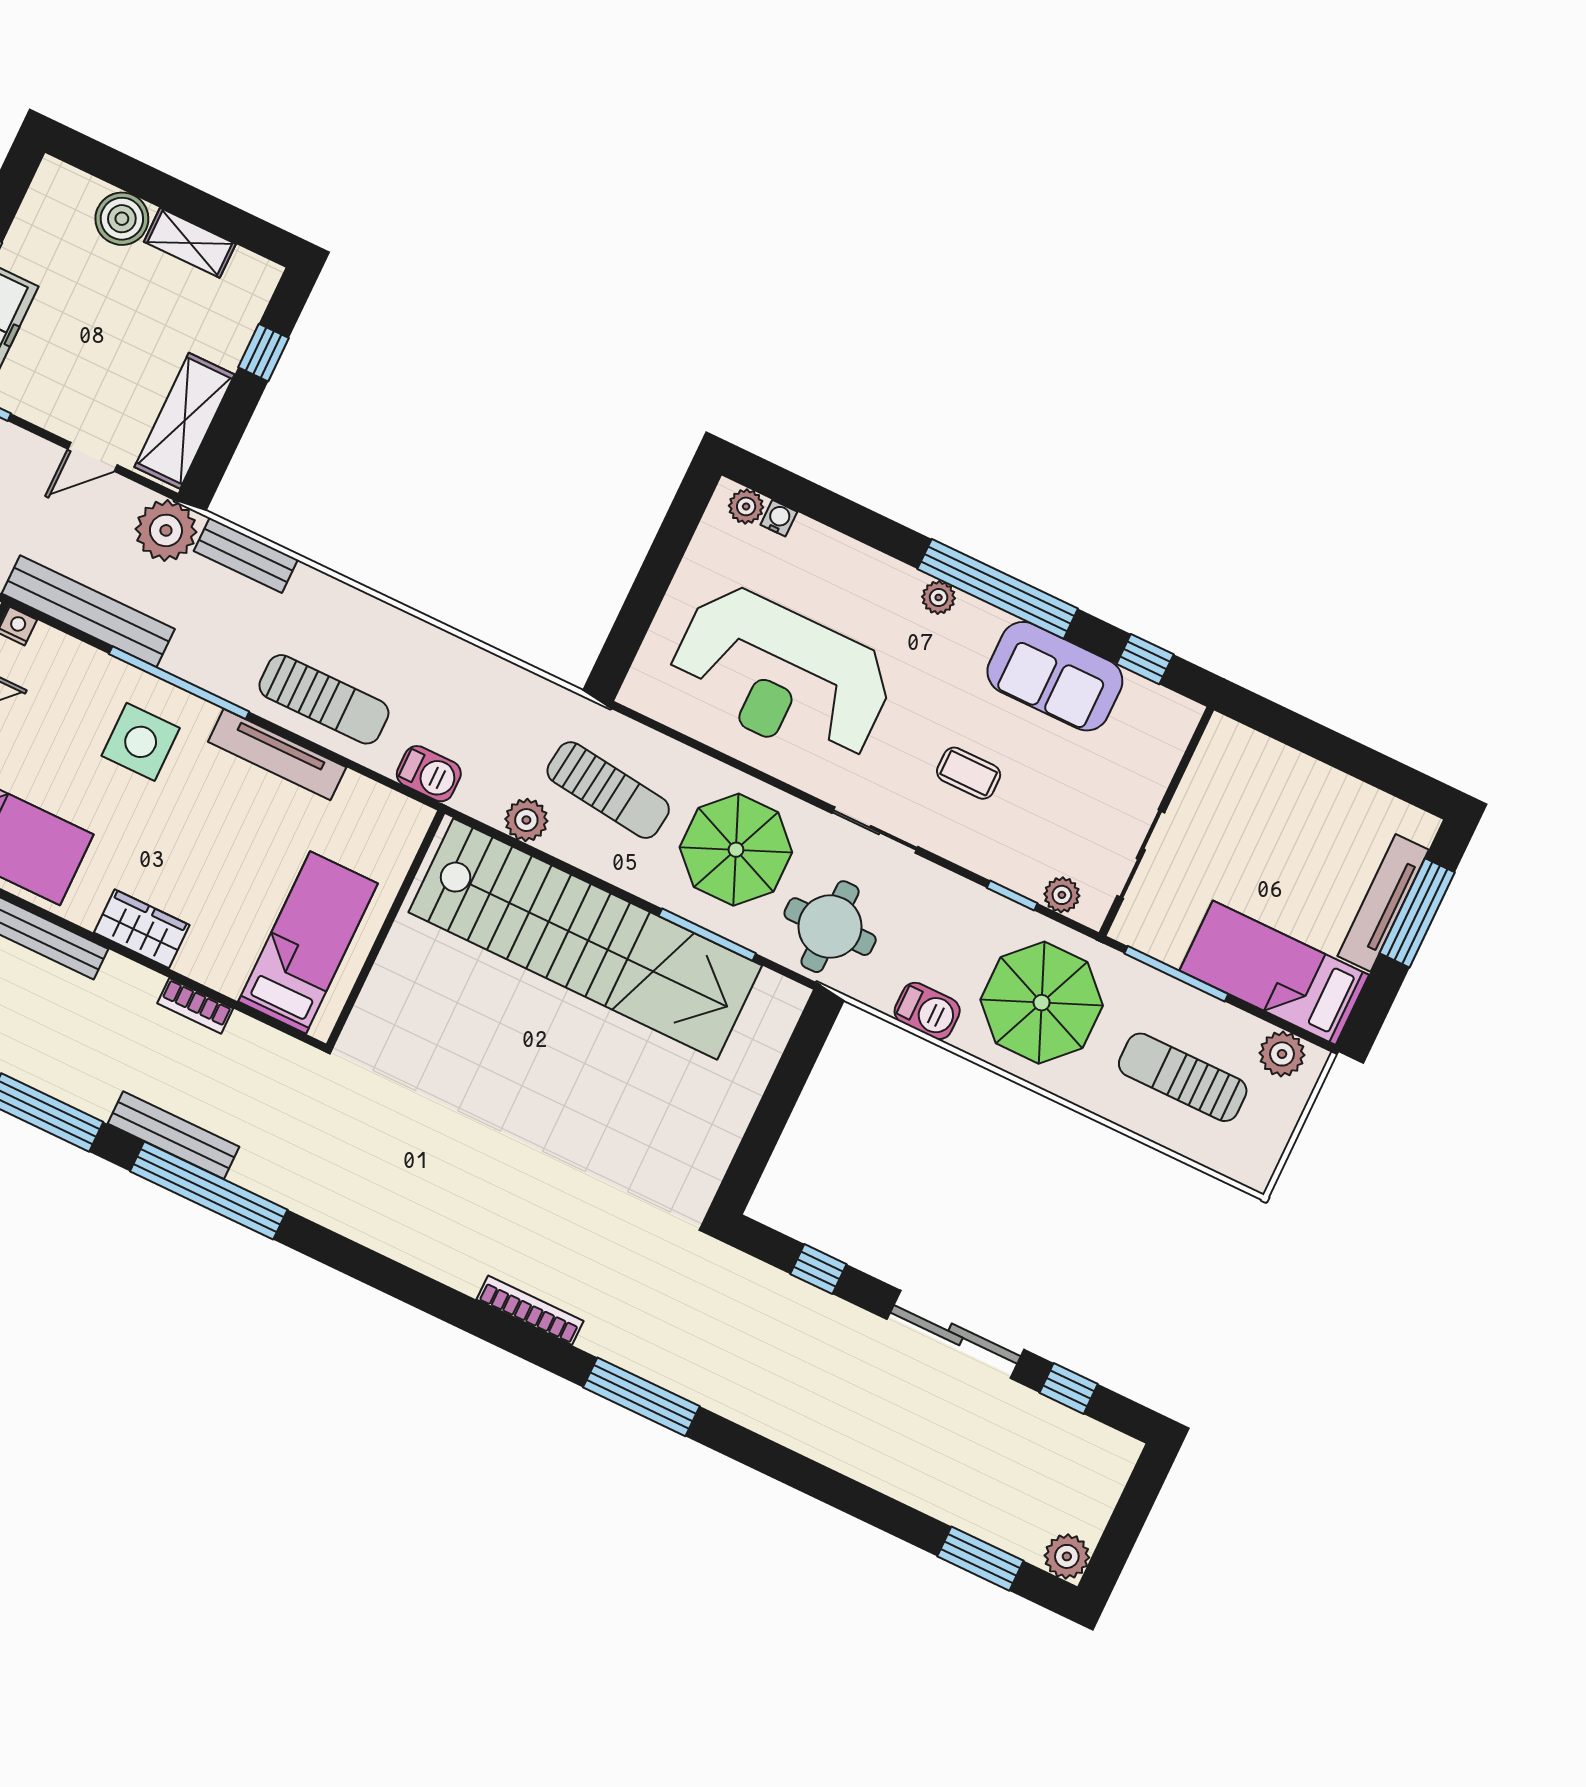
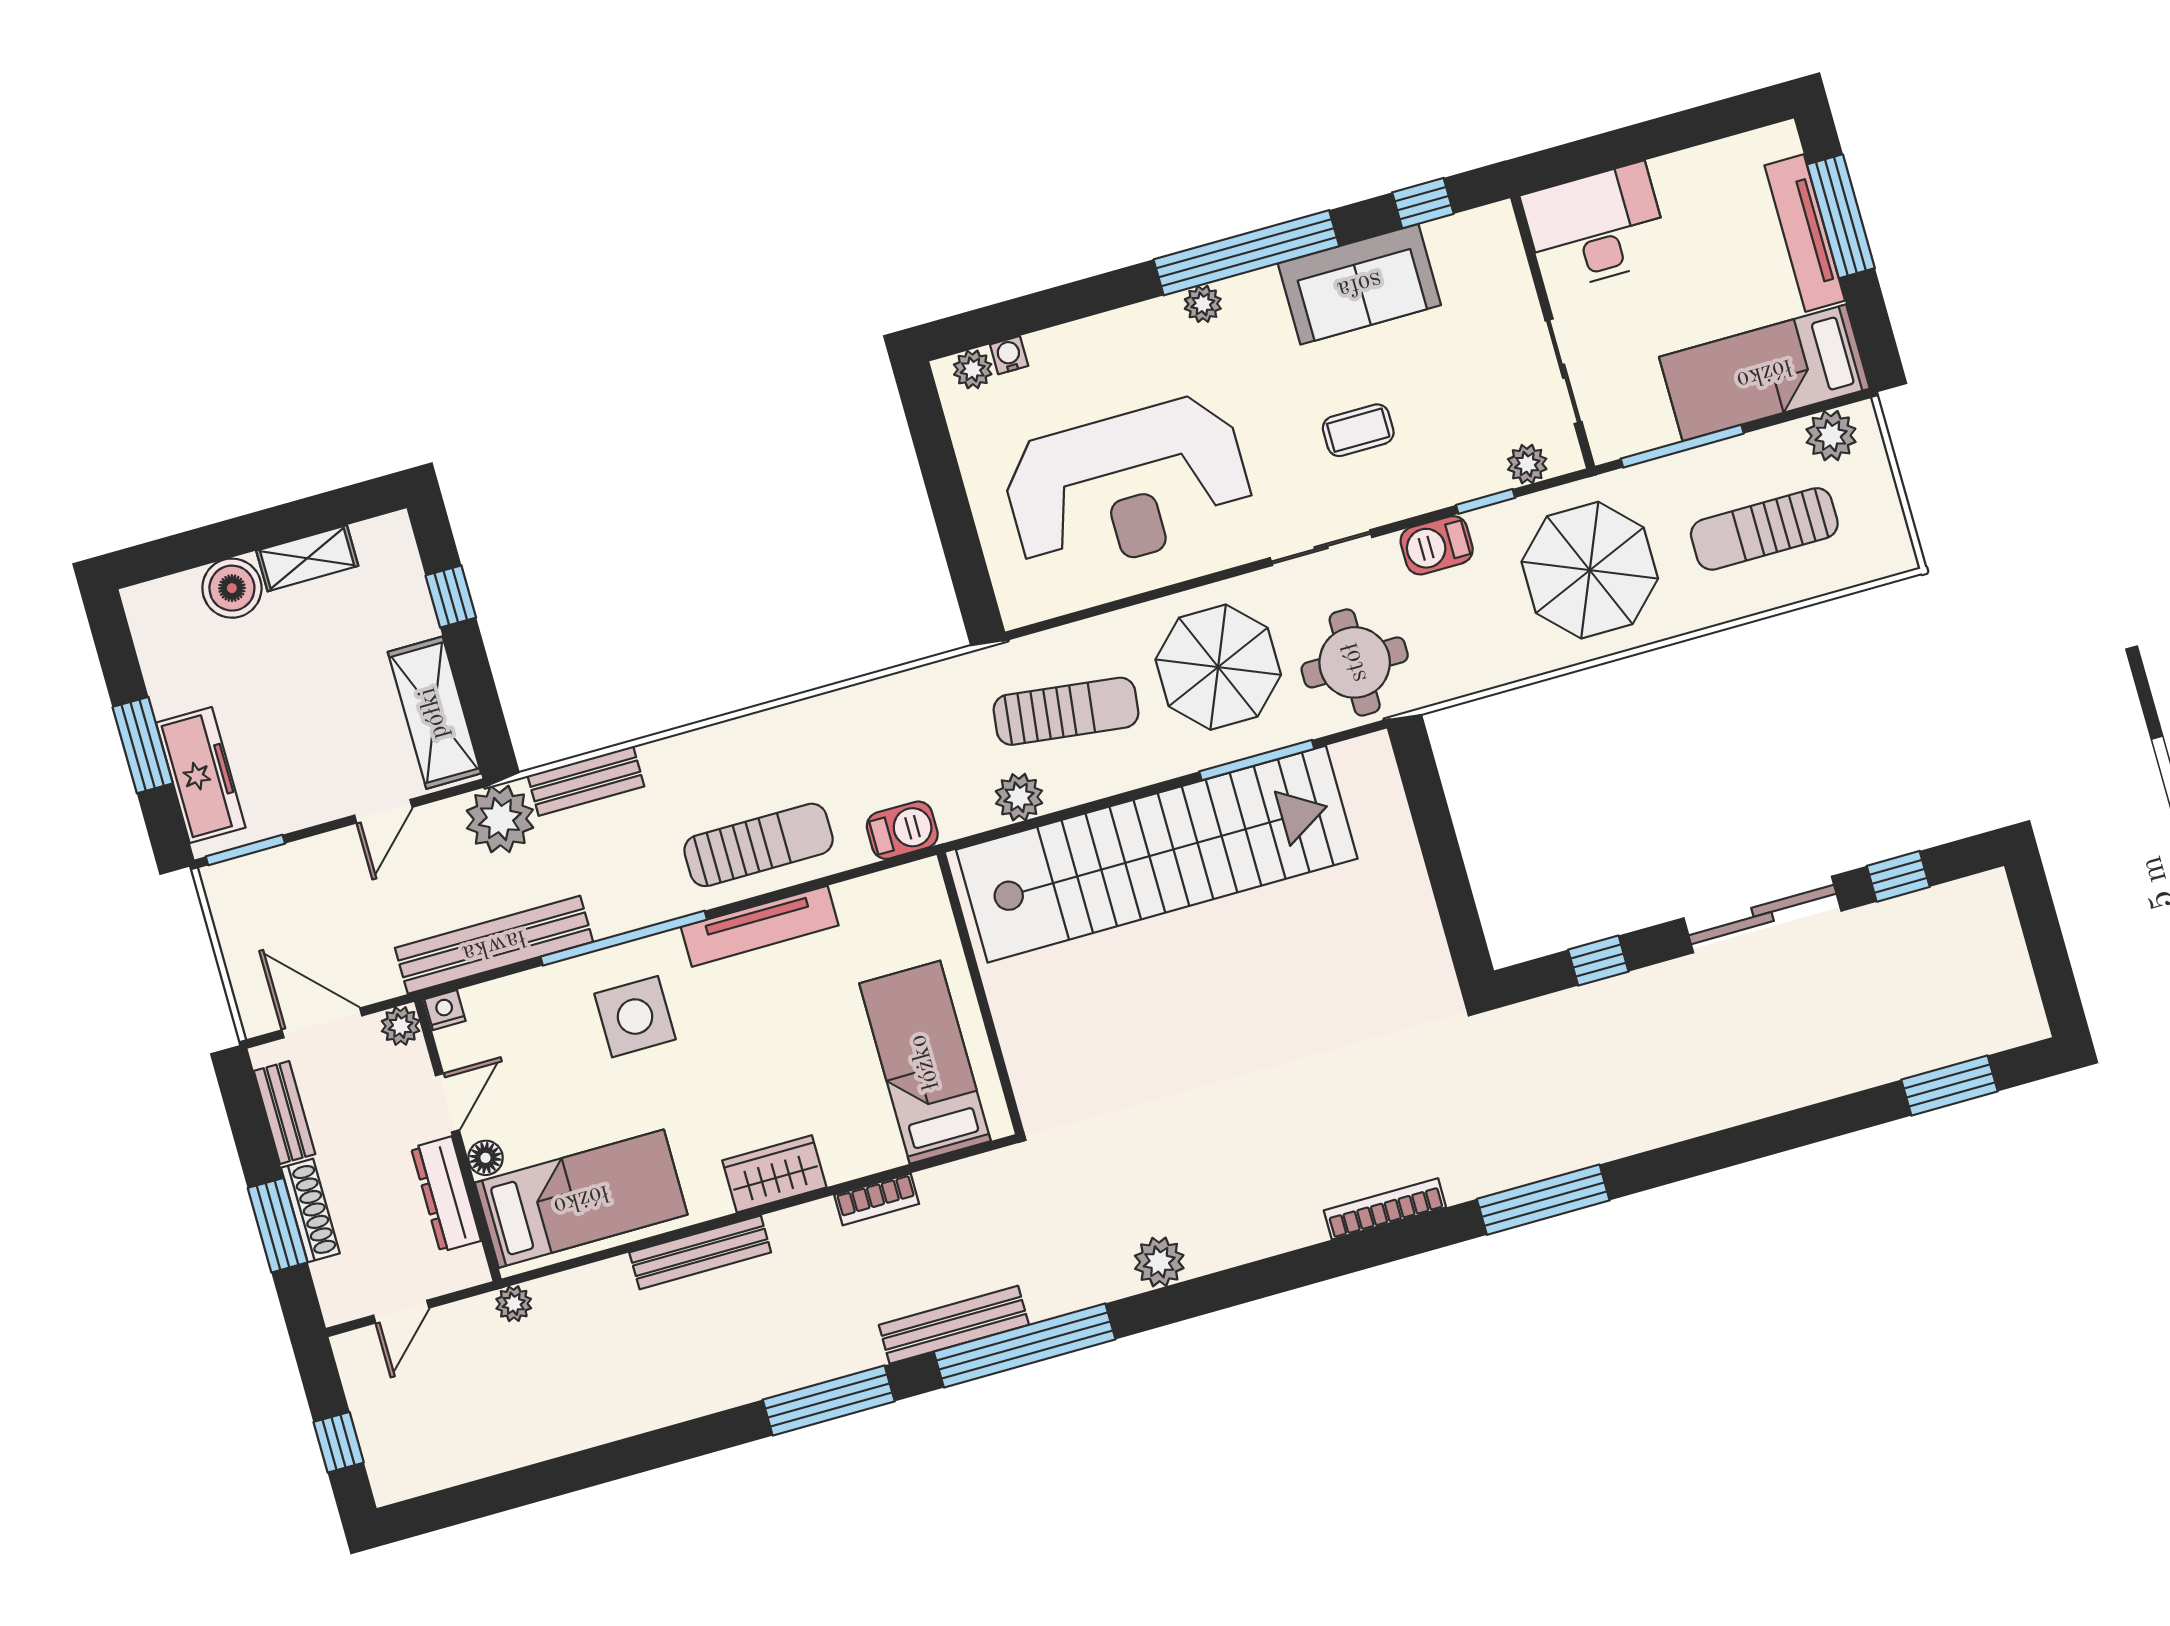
desk: (1247, 776) -> (1596, 227), added
barbecue: (927, 1011) -> (1437, 545), moved, turned 180
plant: (1067, 1556) -> (1159, 1262), moved

